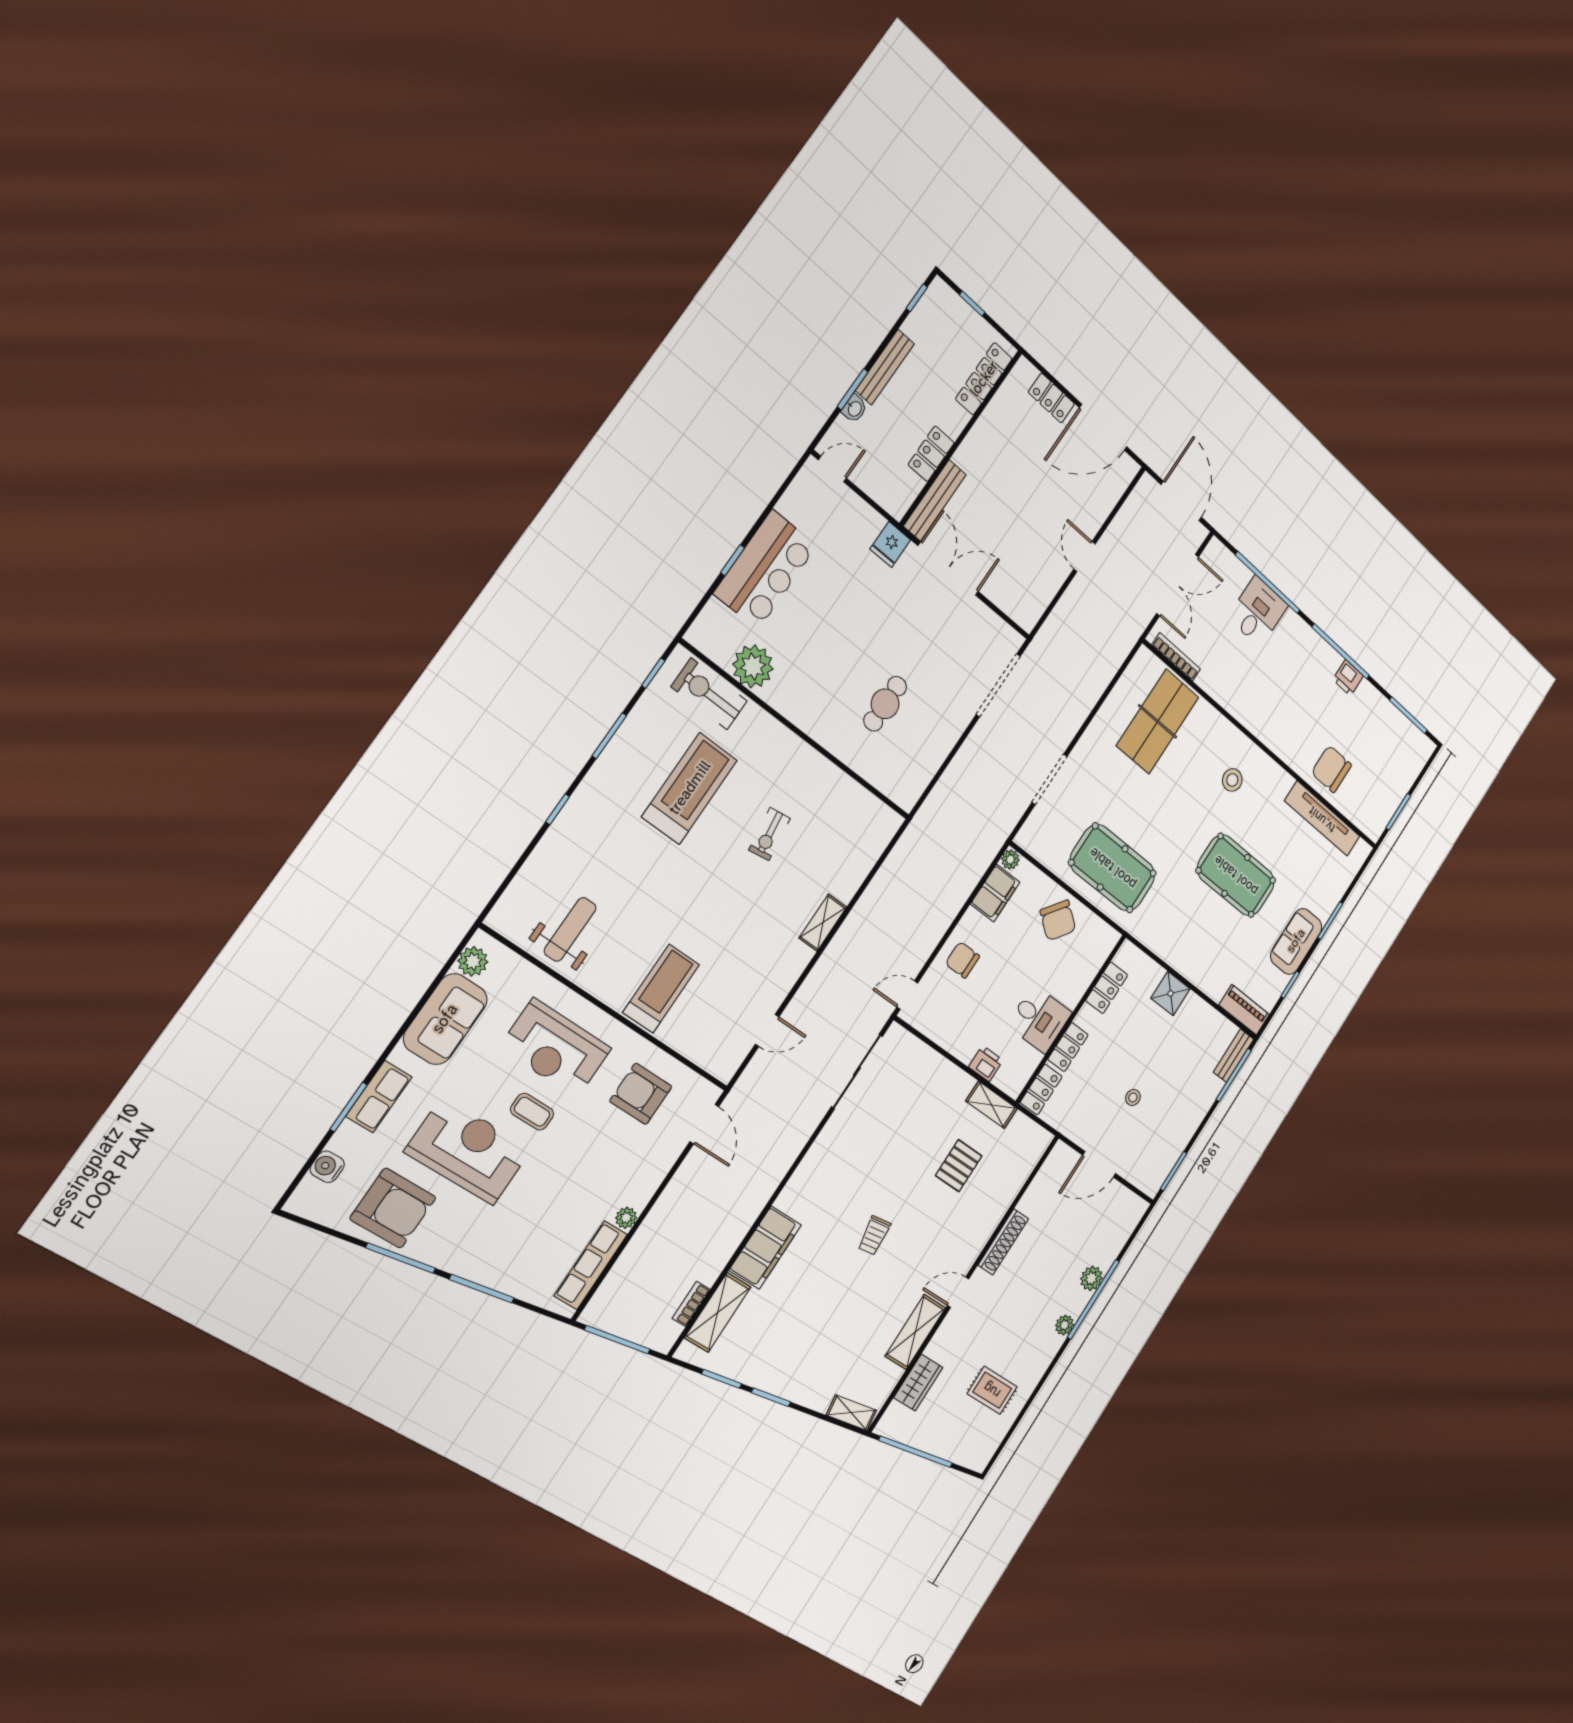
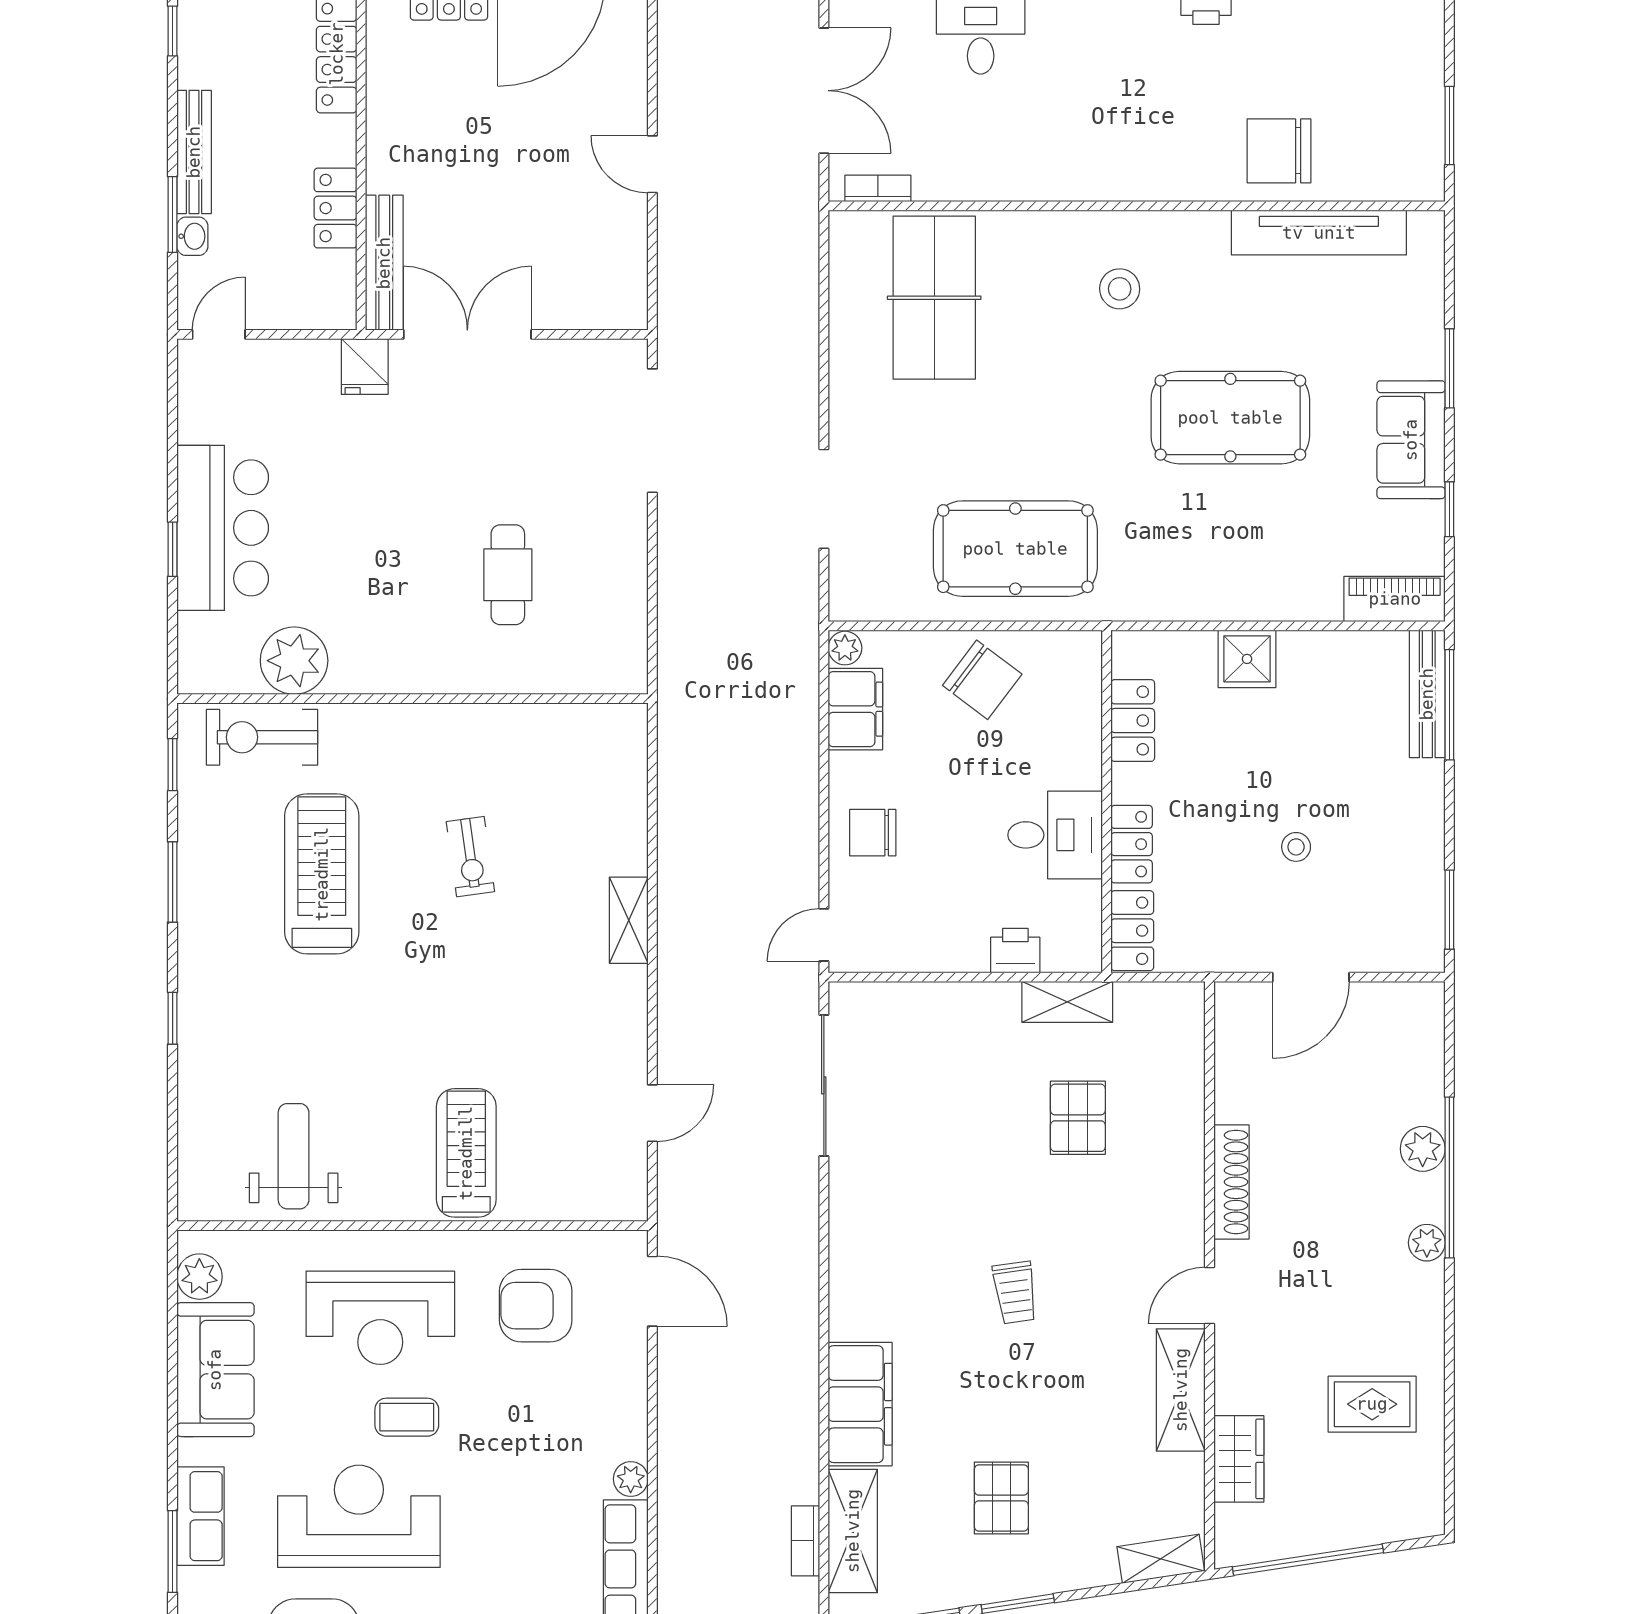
bookcase: (1176, 657) -> (878, 188), width x0.64
bench: (1234, 1056) -> (1427, 694), width x1.36
pallet: (799, 1338) -> (1001, 1498), added

